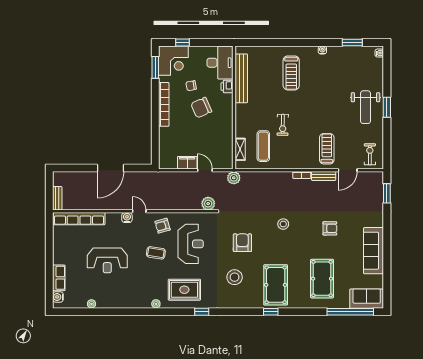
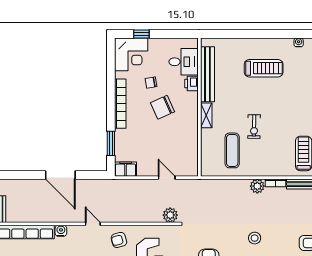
desk: (220, 63) -> (184, 62), width x0.73
window: (155, 67) -> (111, 143), moved
treadmill: (291, 73) -> (264, 68), turned -90
shelving: (240, 149) -> (206, 115), moved
filing cabinet: (187, 163) -> (126, 169), moved
door: (110, 168) -> (60, 175), hinge flipped
plant: (234, 178) -> (257, 186), moved
water cooler: (127, 218) -> (61, 231), moved

